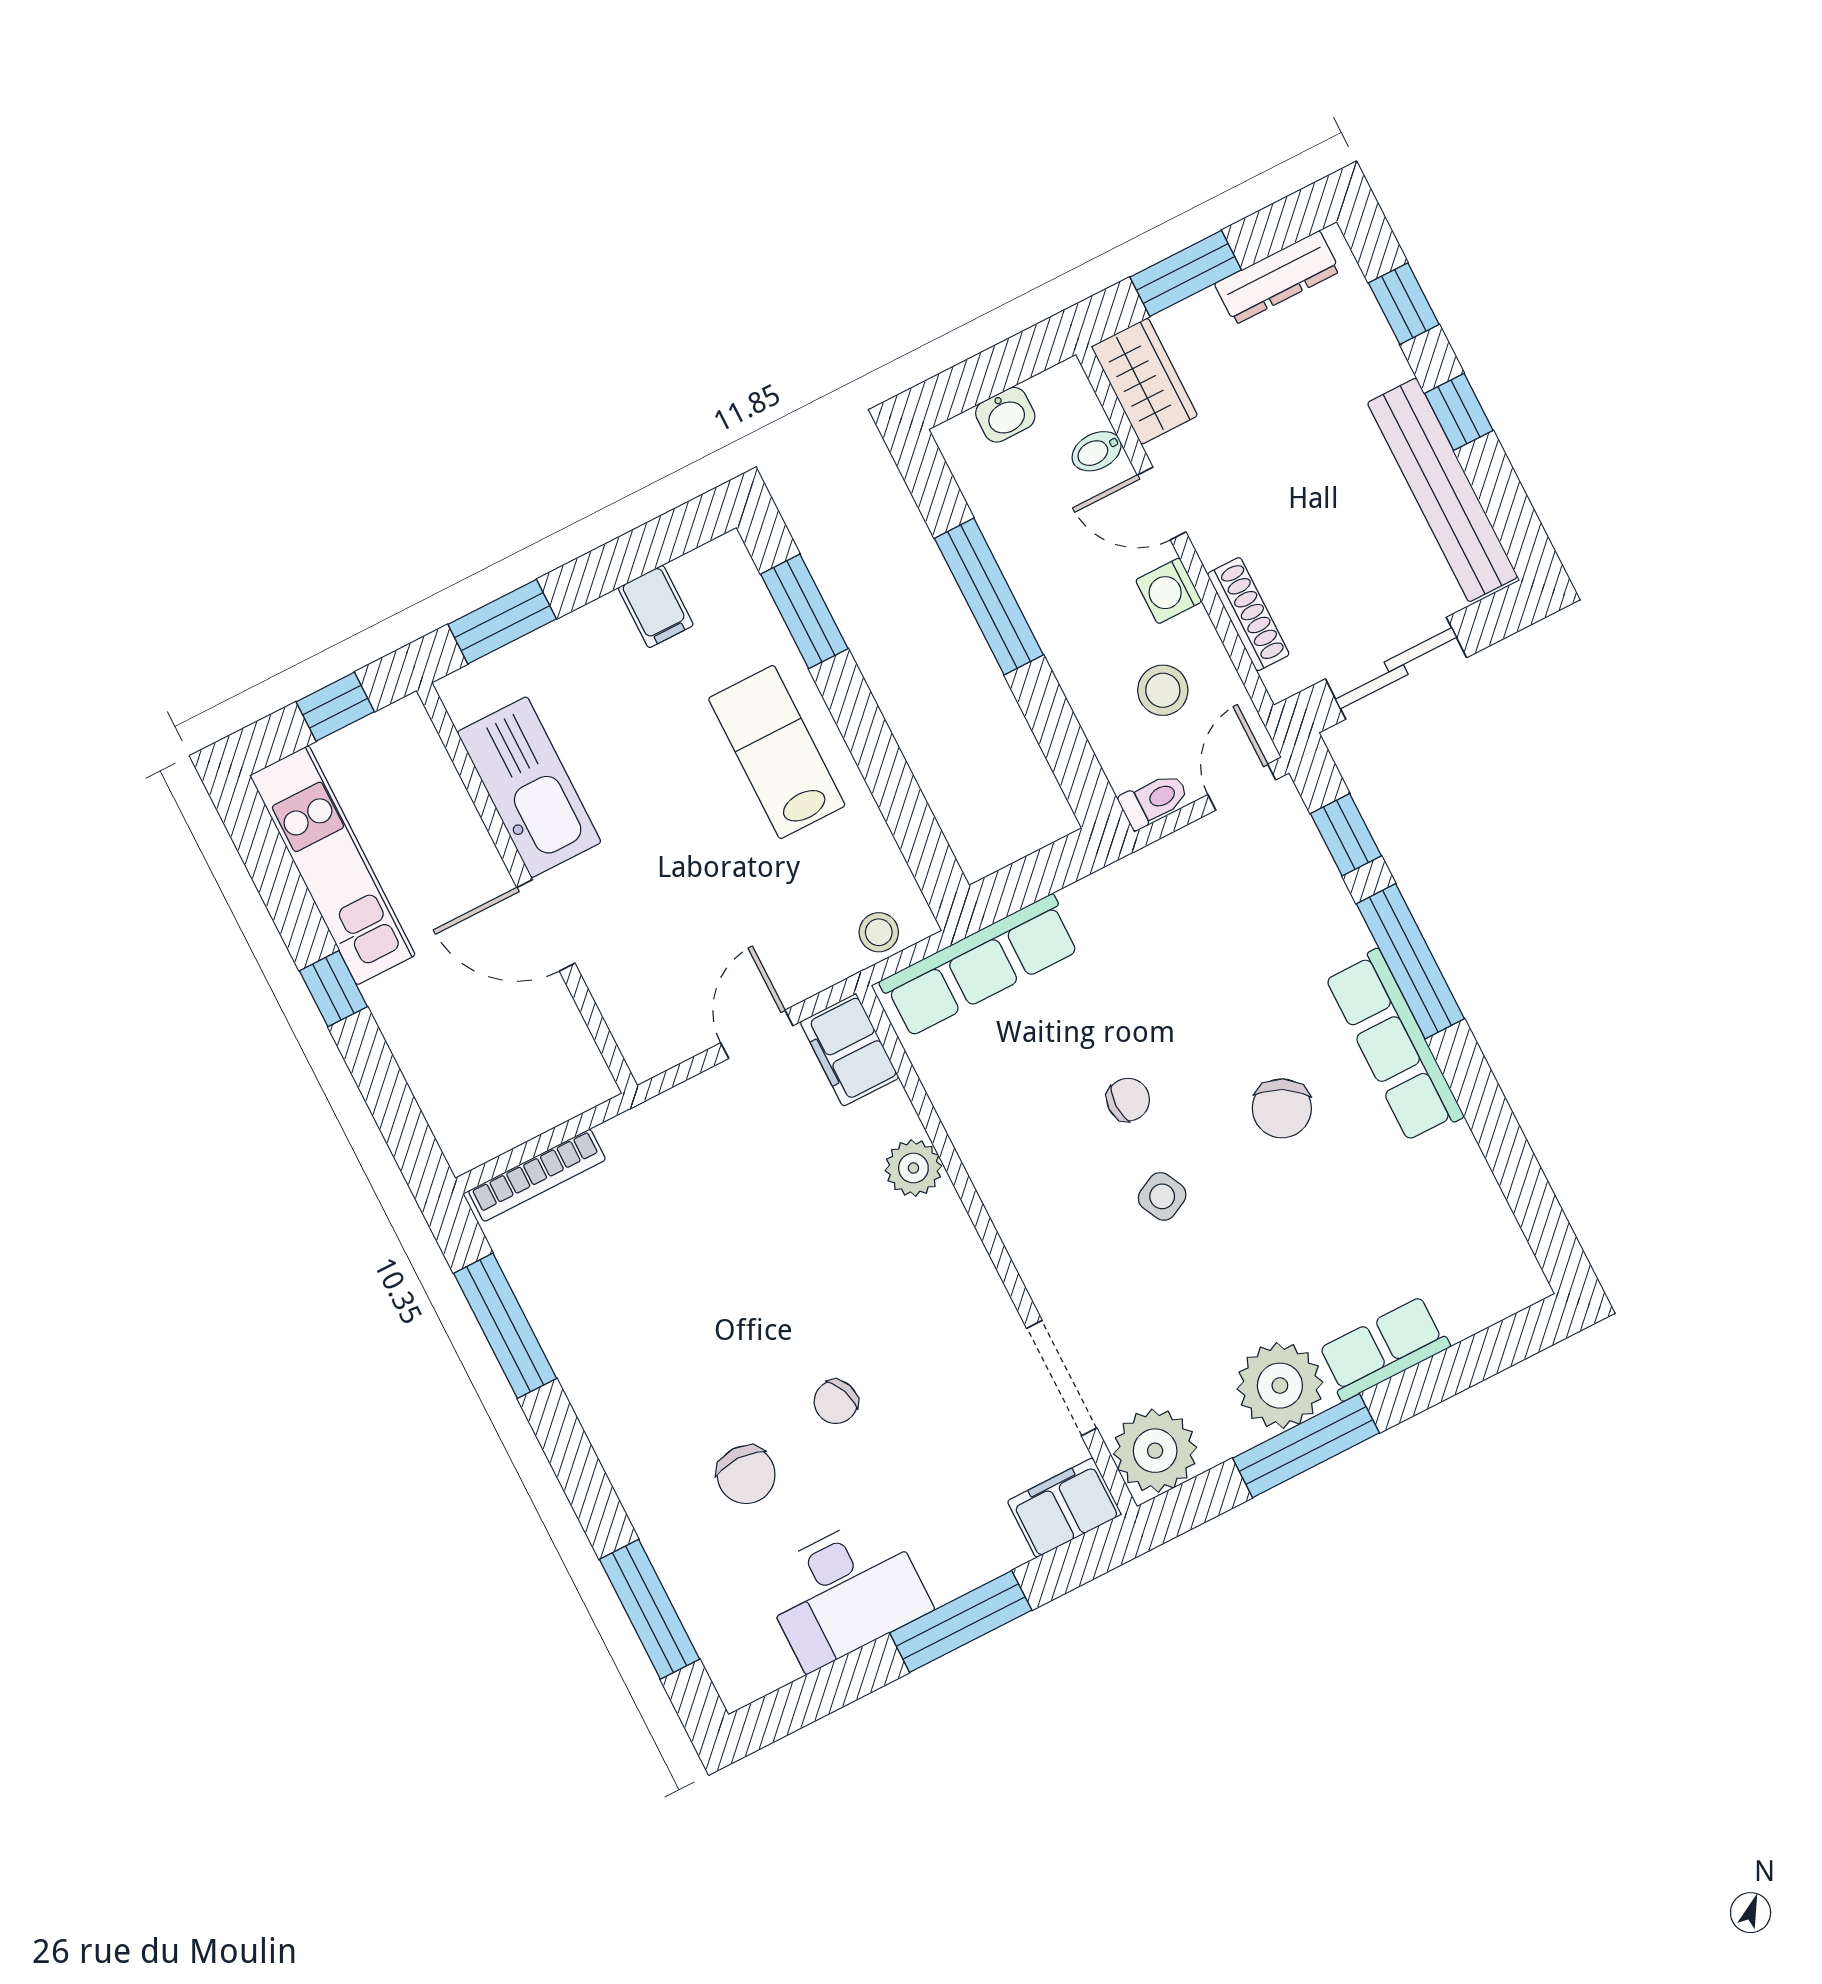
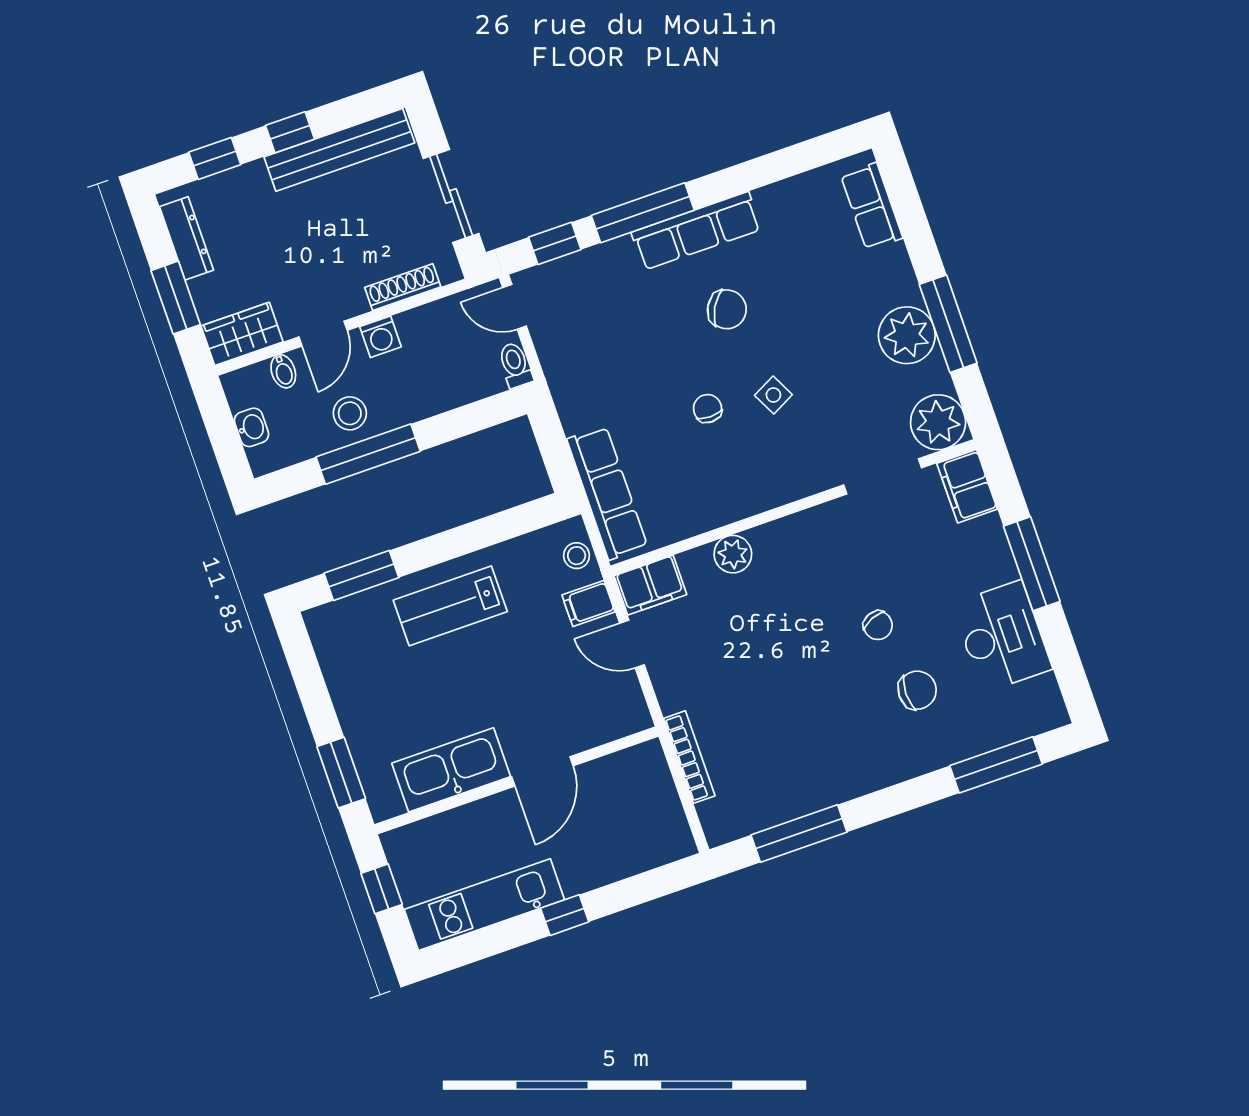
filing cabinet: (656, 606) -> (588, 603), moved, turned 180
stool: (1163, 690) -> (350, 413), moved
bookcase: (537, 1175) -> (689, 757), moved
row of seats: (1383, 1348) -> (872, 206), moved

